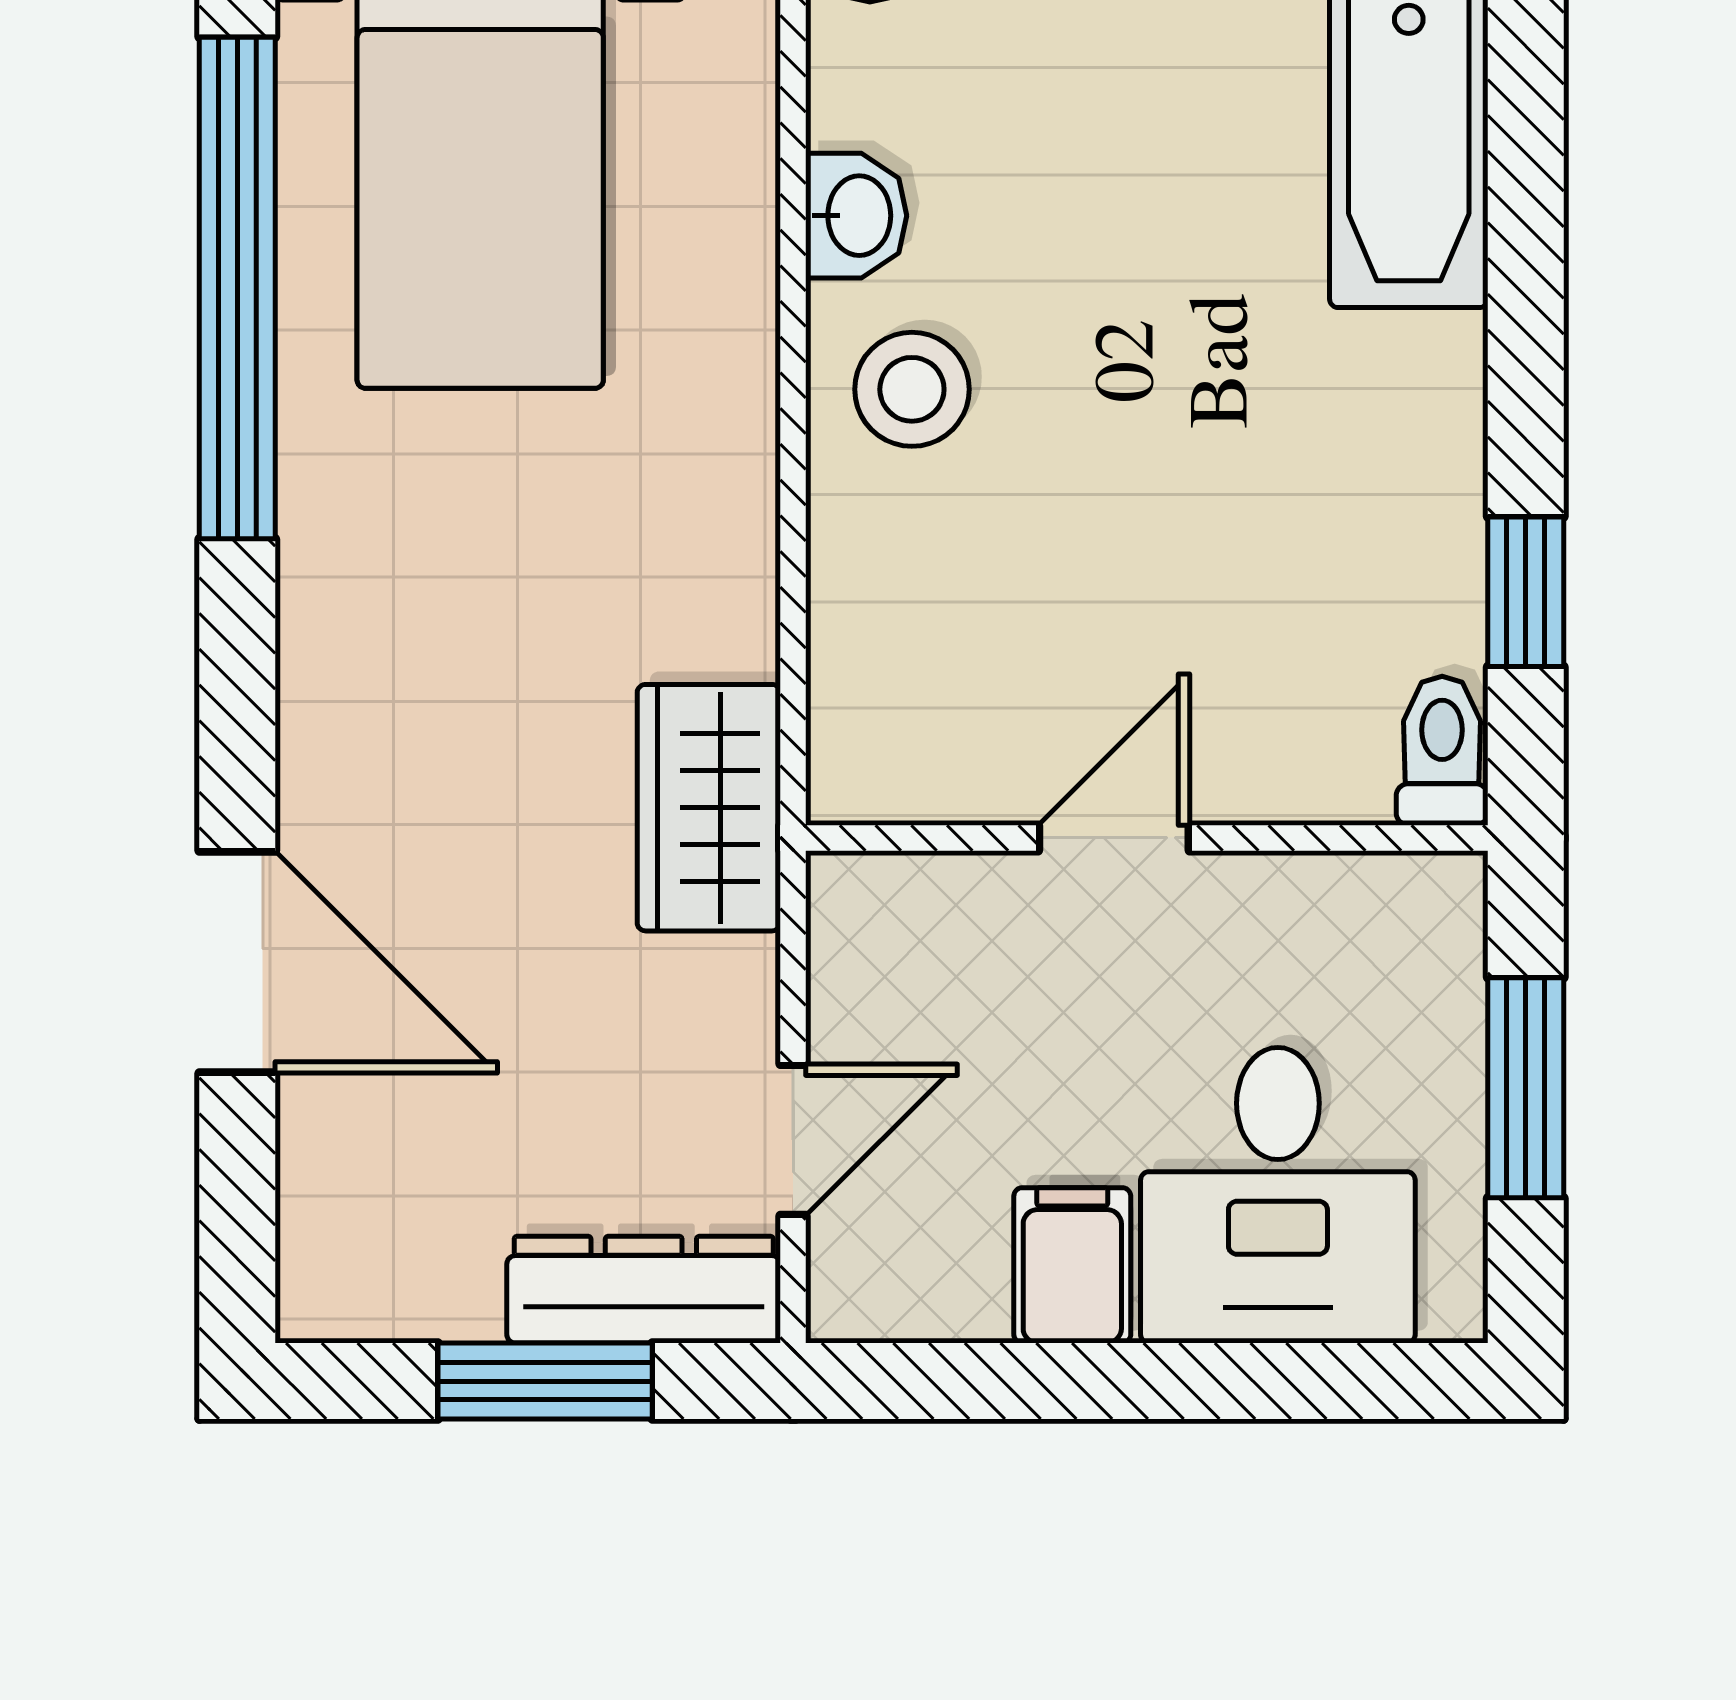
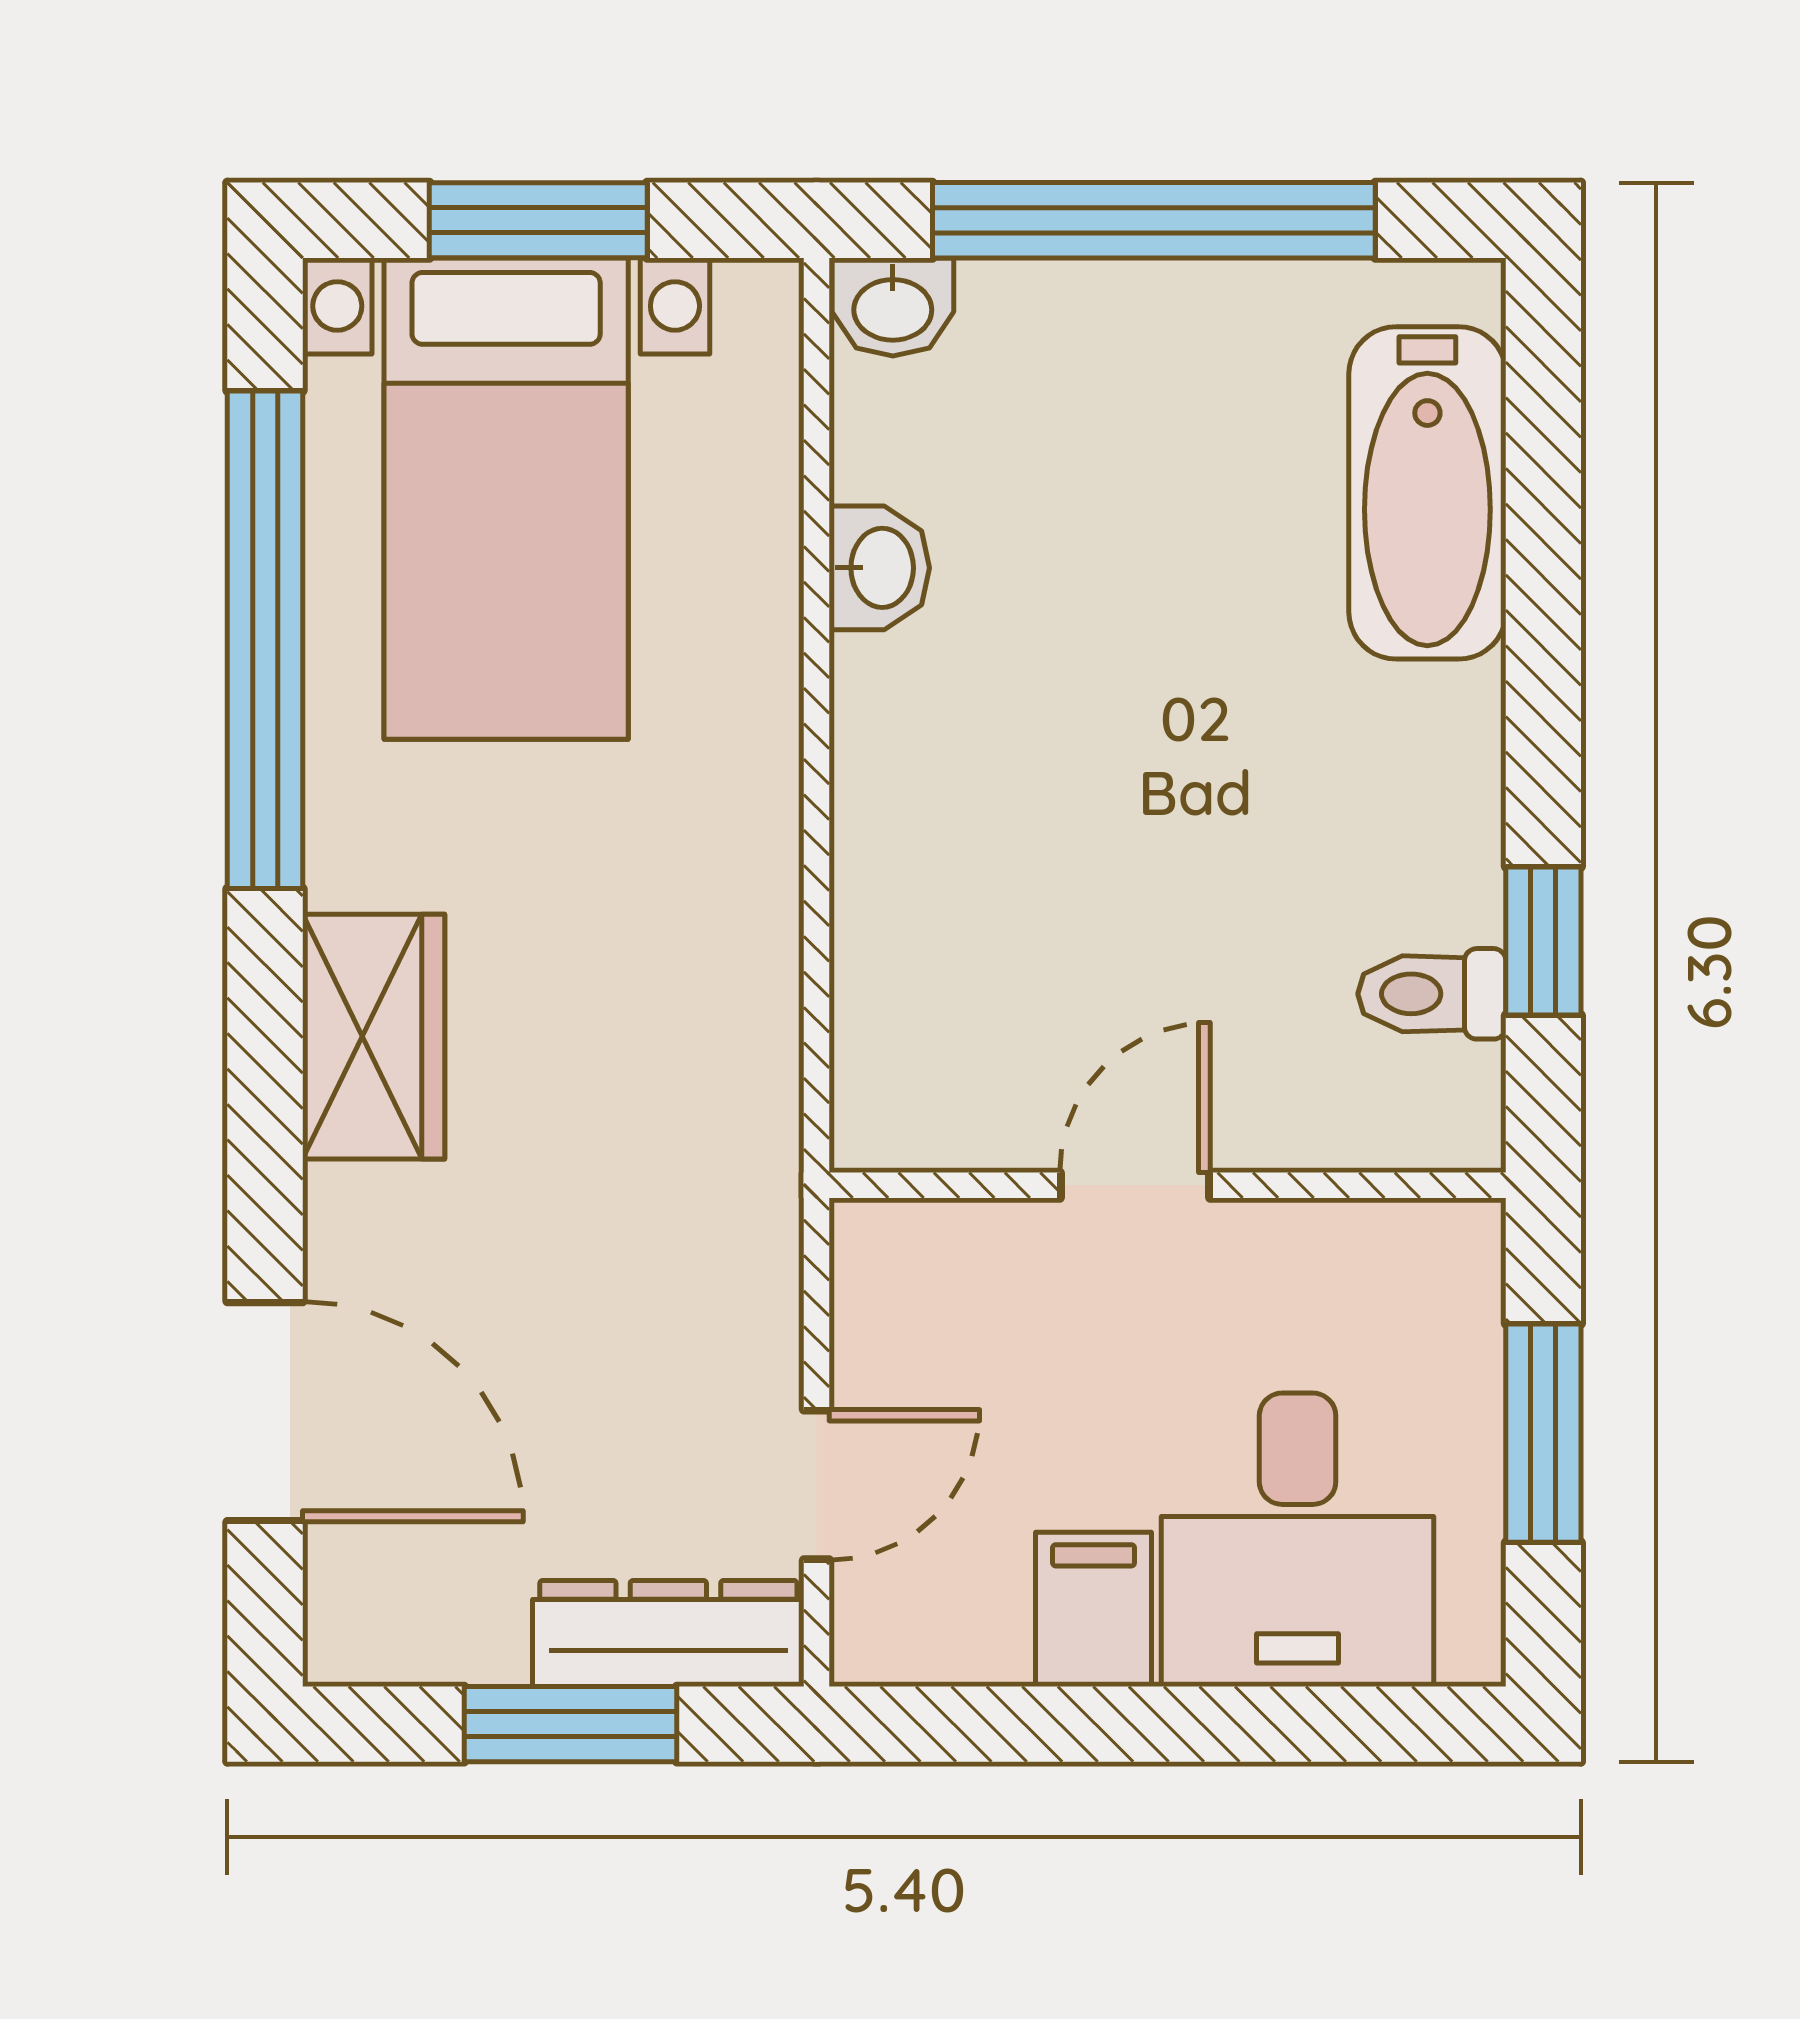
stool: (912, 389) -> (934, 740), removed
toilet: (1442, 751) -> (1432, 994), moved, turned -90
wardrobe: (709, 808) -> (374, 1037), moved, turned 180
door: (237, 962) -> (265, 1412), moved

